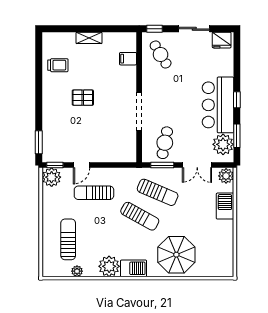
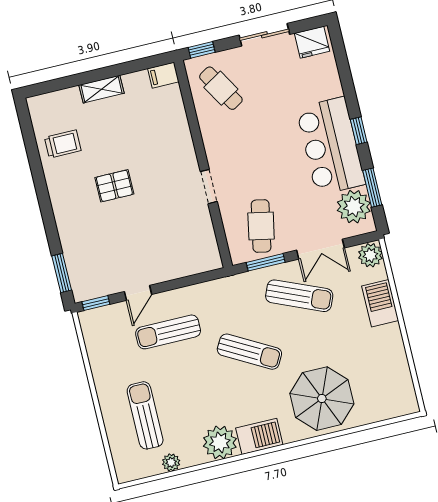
filing cabinet: (128, 59) -> (163, 75), moved
doorway: (139, 112) -> (209, 187), width x0.53
plant: (52, 177) -> (95, 323), removed
sun lounger: (158, 192) -> (299, 296), moved

